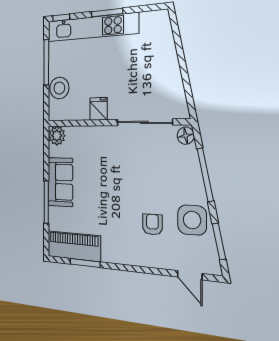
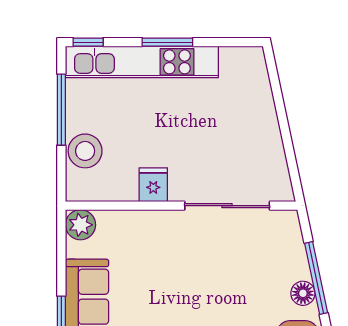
floor lamp: (186, 136) -> (303, 293), moved

